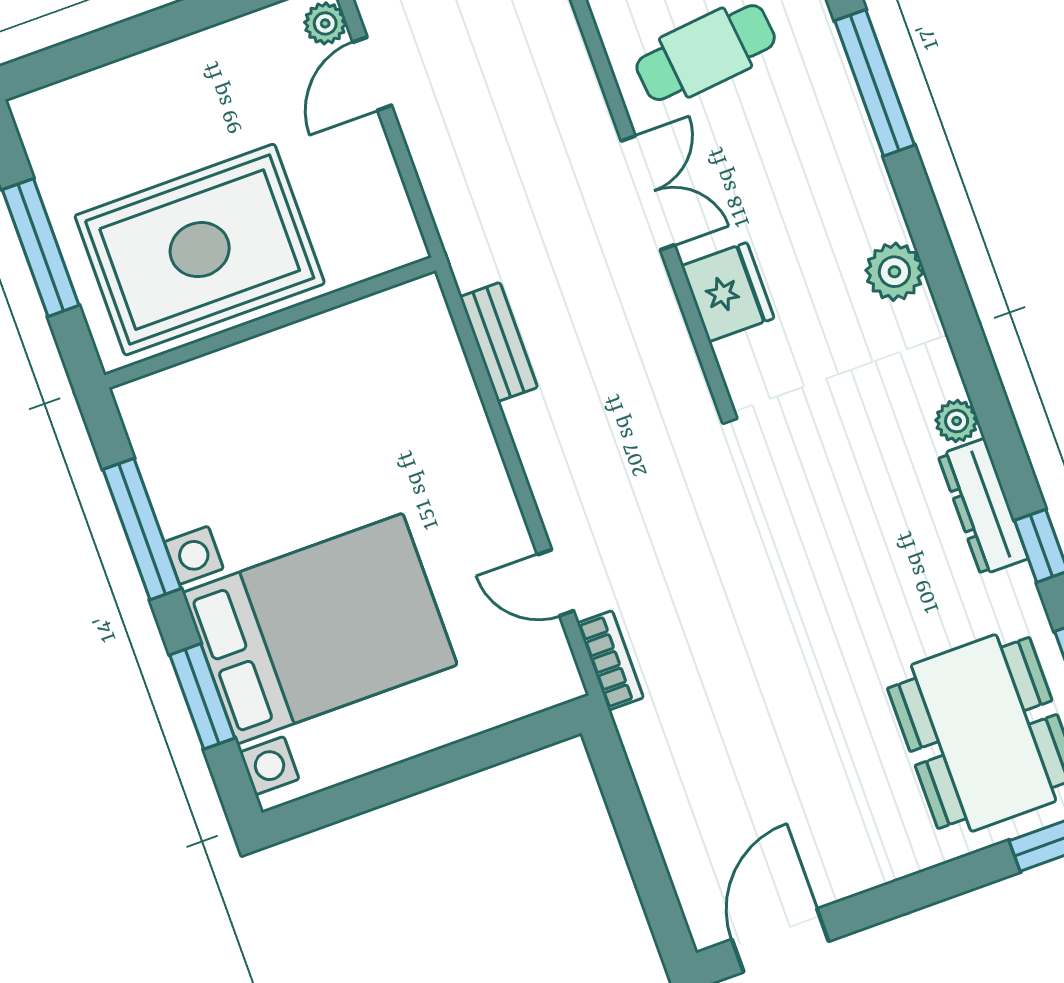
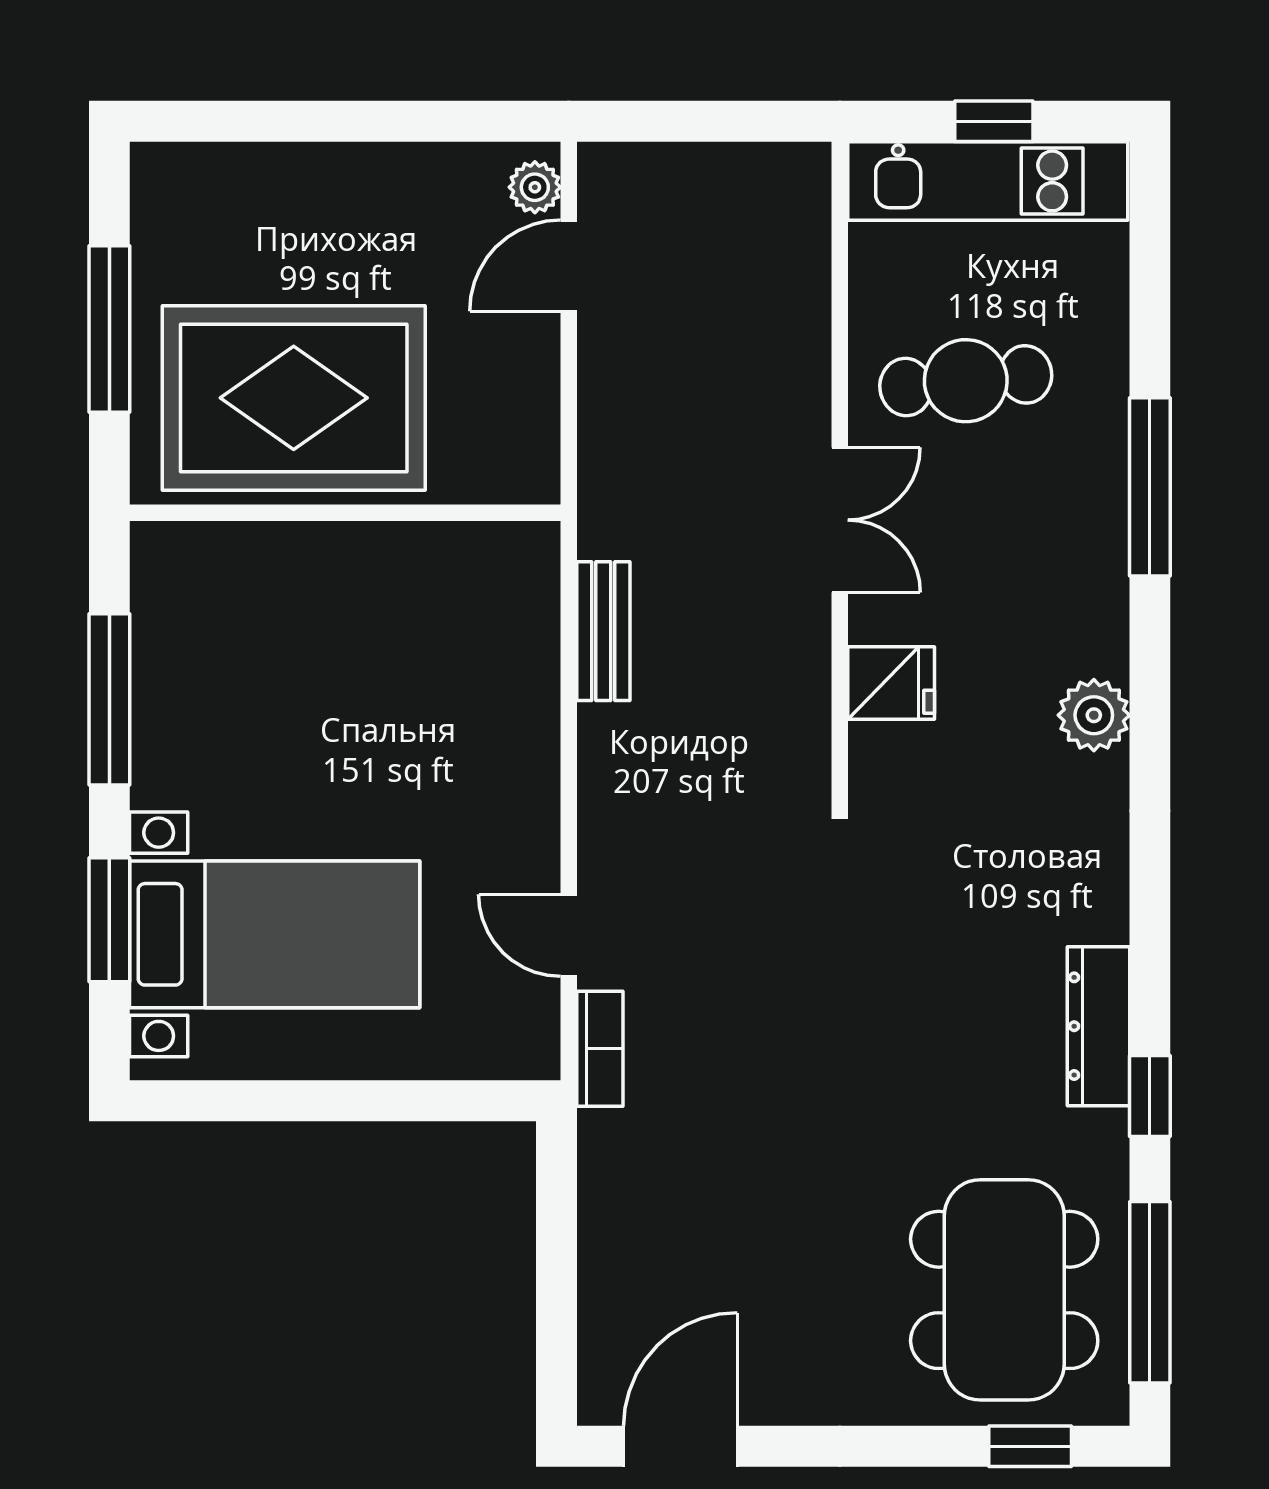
fridge: (728, 292) -> (891, 683), width x0.72
plant: (957, 421) -> (1104, 915), removed
bed with nightstands: (320, 629) -> (275, 934), width x0.73

